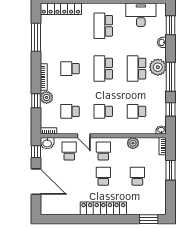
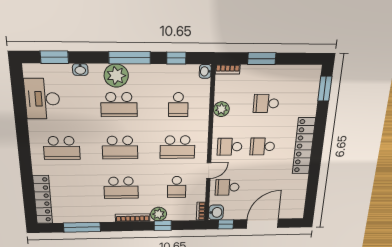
school desk: (70, 69) -> (121, 188), width x1.85
school desk: (103, 111) -> (177, 147), width x1.85

